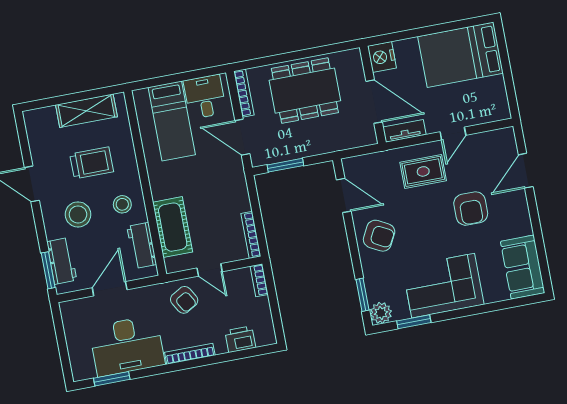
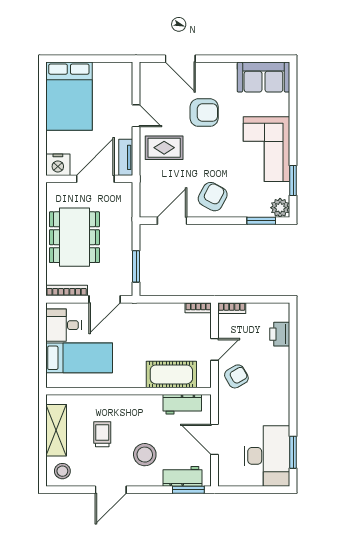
trolley: (92, 163) -> (102, 434), width x0.73, depth x0.72
rug: (423, 171) -> (164, 148), turned 90
stool: (122, 204) -> (62, 471), moved
bookcase: (251, 235) -> (198, 308), width x0.64
desk: (127, 346) -> (267, 456), moved
bookcase: (190, 354) -> (284, 380), removed

